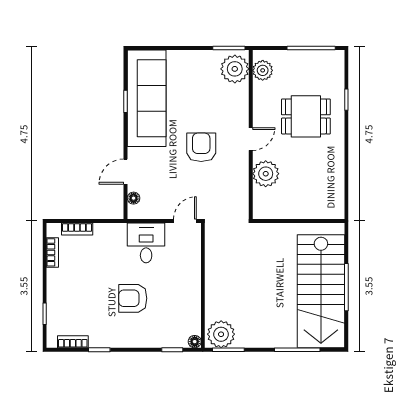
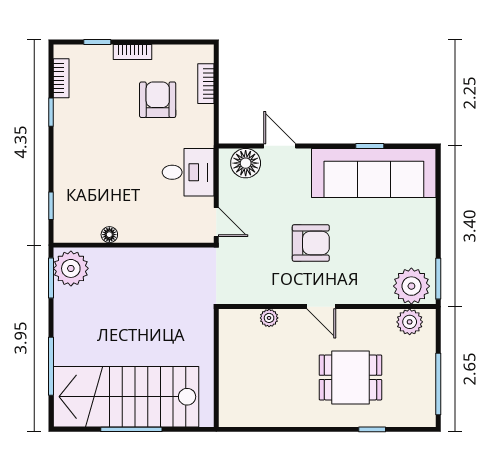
dining table: (306, 116) -> (350, 377), turned 90
plant: (266, 174) -> (269, 318), width x0.53, depth x0.53
floor lamp: (134, 198) -> (246, 163), width x1.89, depth x1.89
bookcase: (52, 252) -> (133, 52), moved
armchair: (133, 298) -> (158, 100), moved
floor lamp: (195, 342) -> (109, 235), moved

